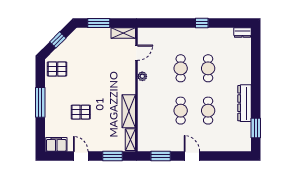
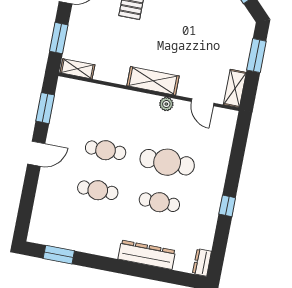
cafe table: (181, 68) -> (167, 162), width x1.37, depth x1.35
dresser: (244, 103) -> (147, 255), moved
shelving: (129, 111) -> (153, 81), moved

